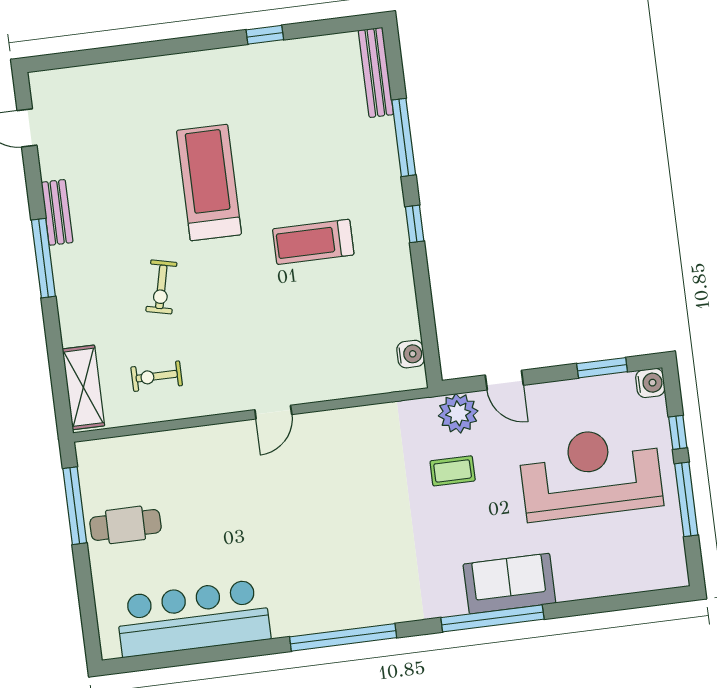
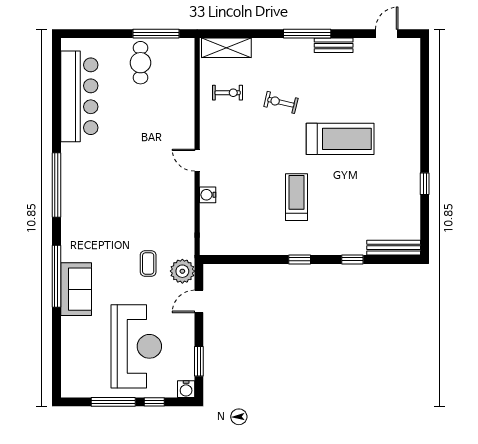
window: (404, 137) -> (352, 259), width x0.46
water cooler: (411, 354) -> (208, 195), moved, turned 90
exercise bike: (157, 376) -> (228, 93), turned 90

